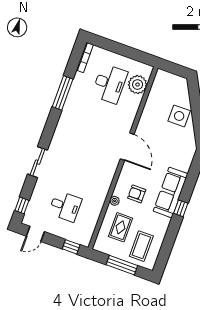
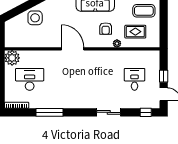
plant: (138, 85) -> (12, 58), moved
door: (127, 147) -> (73, 49), hinge flipped
window: (71, 247) -> (164, 76), moved
window: (122, 265) -> (164, 20), removed

